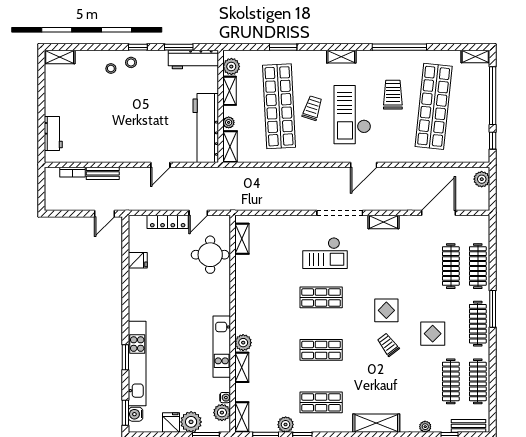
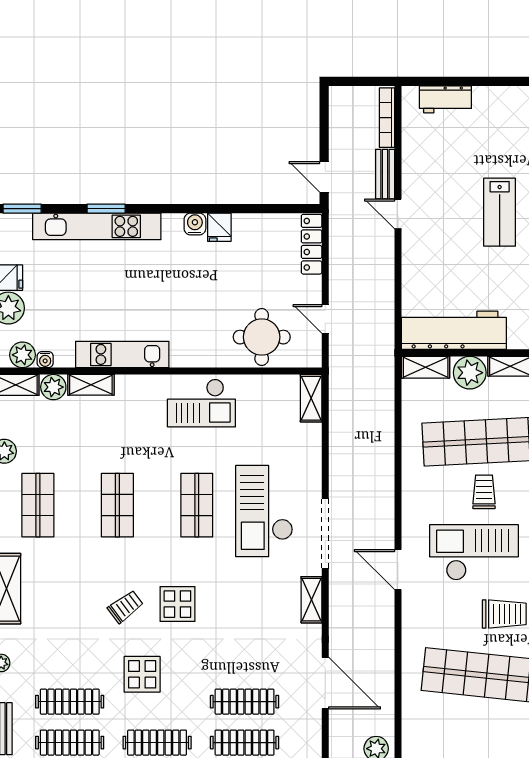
lab bench: (128, 98) -> (500, 212), added
trolley: (312, 108) -> (484, 492), turned -108
plant: (229, 122) -> (470, 373), width x1.87, depth x1.87
door: (160, 165) -> (398, 214), moved
bookcase: (73, 172) -> (387, 118), width x1.56
locker: (168, 222) -> (312, 244), moved
shelving: (242, 239) -> (311, 398), moved, turned 90
checkout: (325, 253) -> (264, 511), width x1.36, depth x1.21
fridge: (138, 260) -> (219, 227), moved
checkout: (254, 294) -> (201, 403), added
plant: (243, 343) -> (53, 387), moved
water cooler: (136, 414) -> (195, 224), moved

